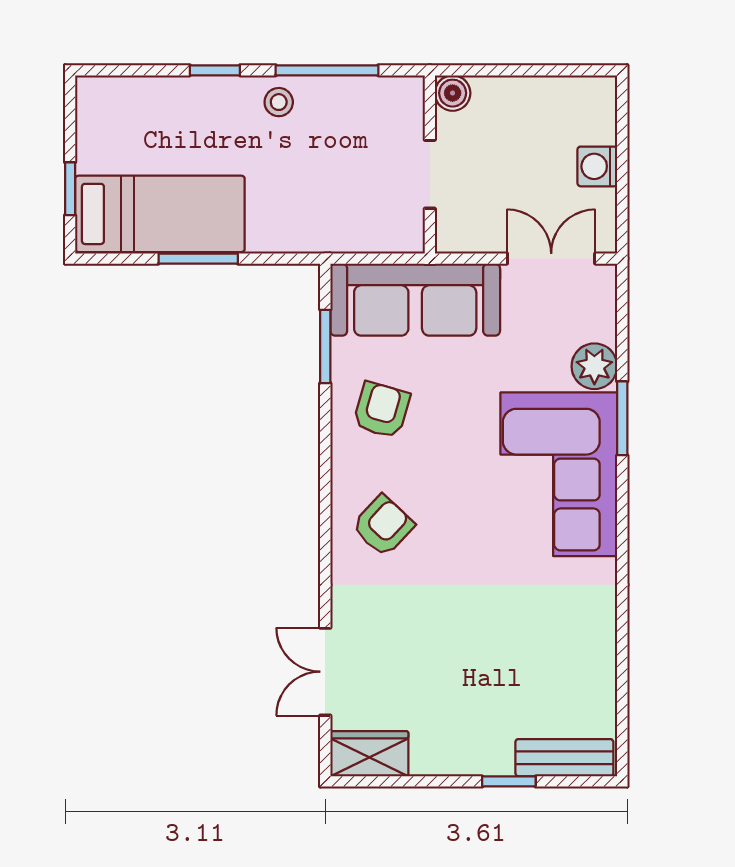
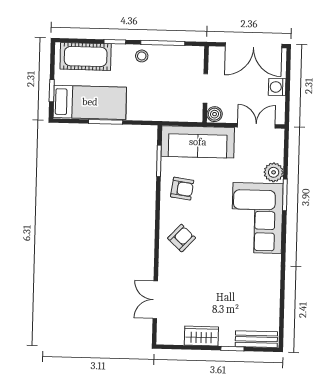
double door: (540, 70) -> (254, 45), added
boiler: (453, 93) -> (215, 114), moved
cot: (147, 107) -> (86, 56), added
armchair: (381, 410) -> (182, 189), turned 82
wardrobe: (369, 754) -> (201, 336), moved

